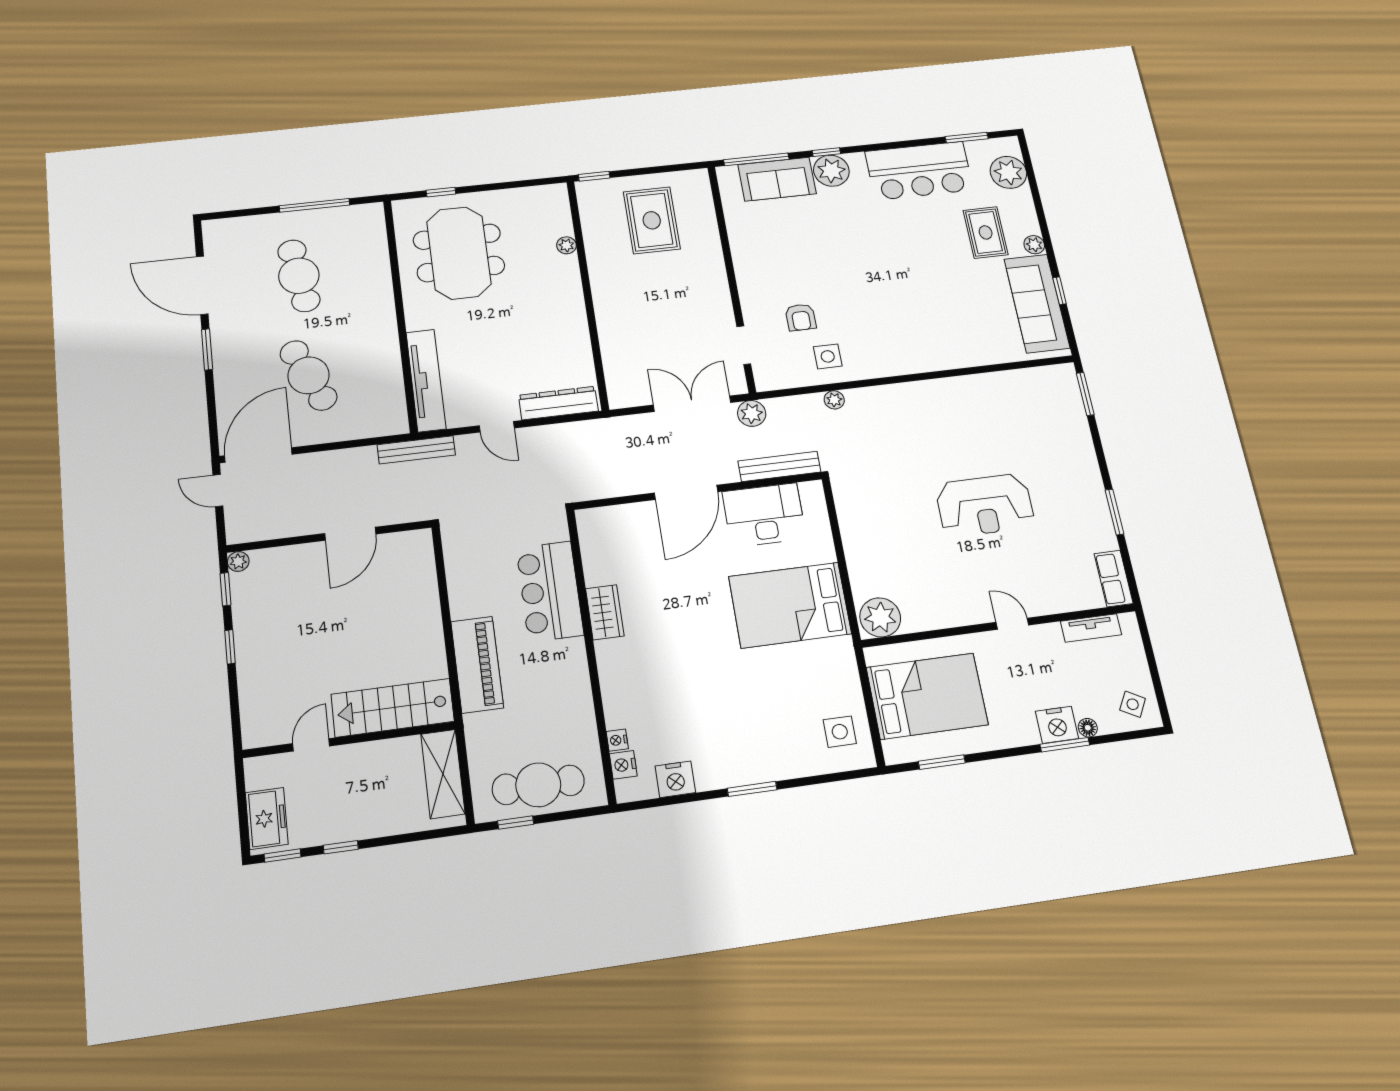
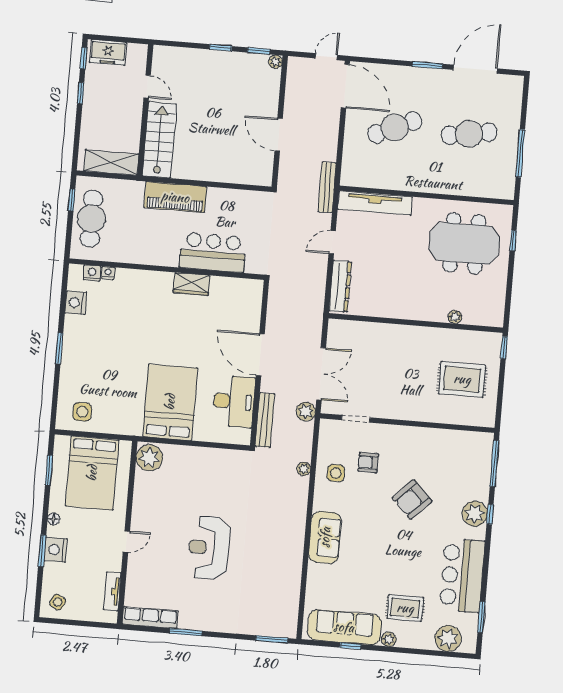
sofa: (777, 179) -> (325, 537), moved, turned 180
armchair: (835, 252) -> (412, 499), added
row of seats: (1114, 578) -> (150, 618), width x1.48
floor lamp: (1088, 728) -> (54, 519), moved

